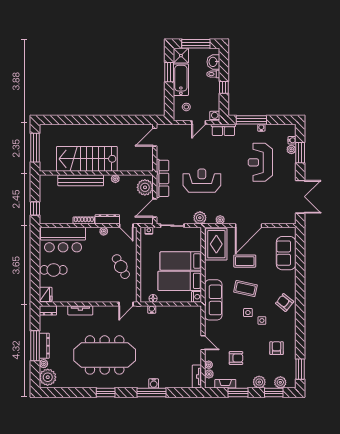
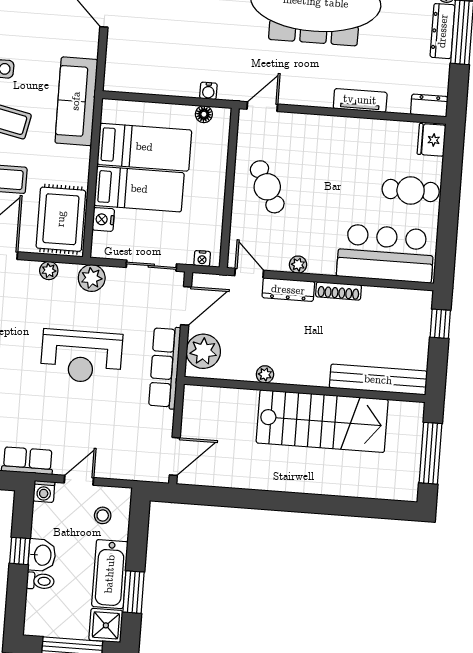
washbasin: (213, 62) -> (42, 555), moved
bench: (81, 180) -> (378, 380), moved
nightstand: (196, 297) -> (103, 219), moved

